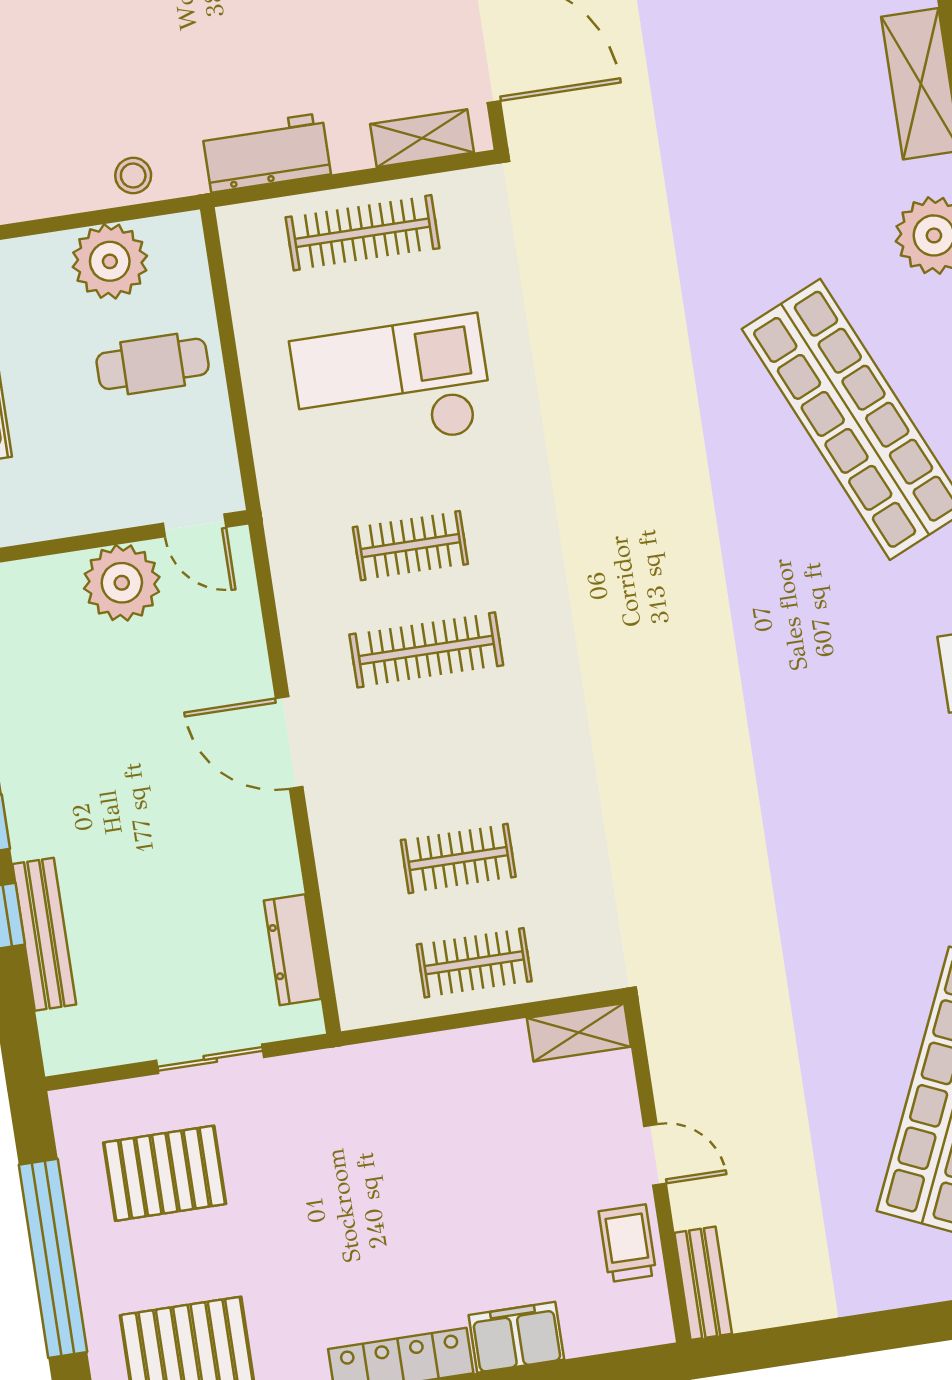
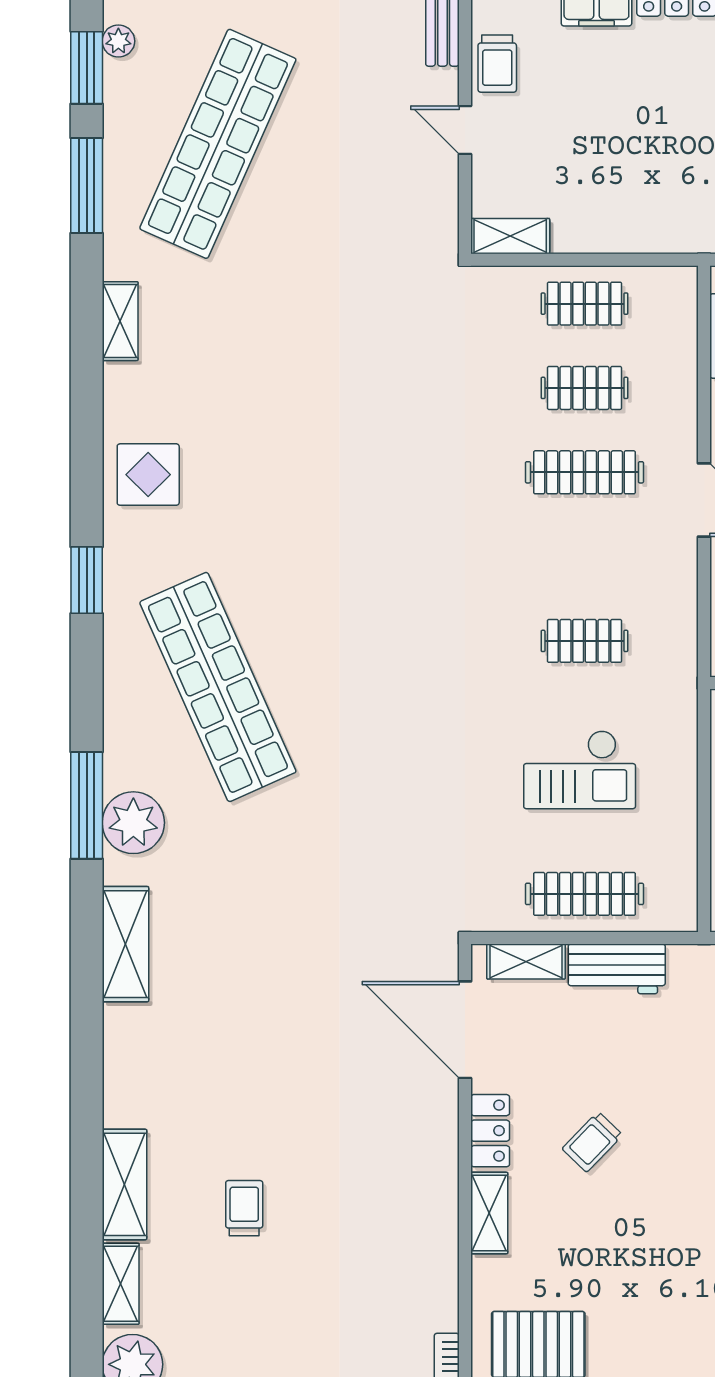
workbench: (266, 153) -> (617, 969), moved
checkout: (392, 385) -> (580, 770), width x0.73, depth x0.83
clothes rail: (426, 650) -> (584, 472), moved

